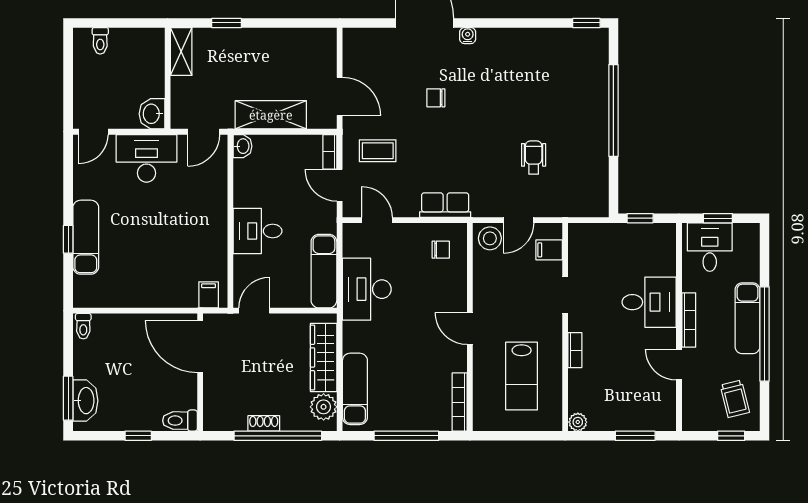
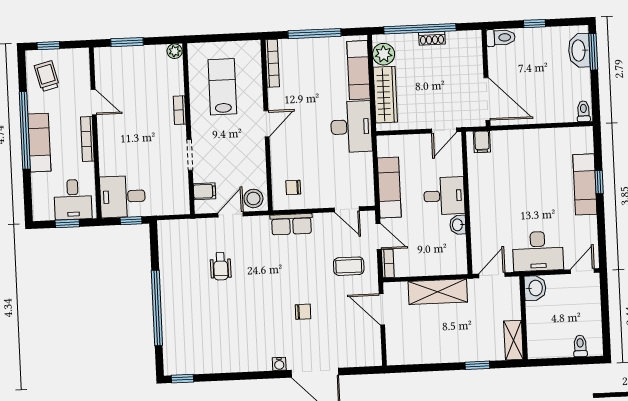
washbasin: (243, 146) -> (458, 225), moved
exam couch: (324, 271) -> (389, 188), moved
desk: (367, 289) -> (351, 127), moved
desk: (649, 302) -> (123, 197), moved
door: (470, 329) -> (267, 124), hinge flipped

